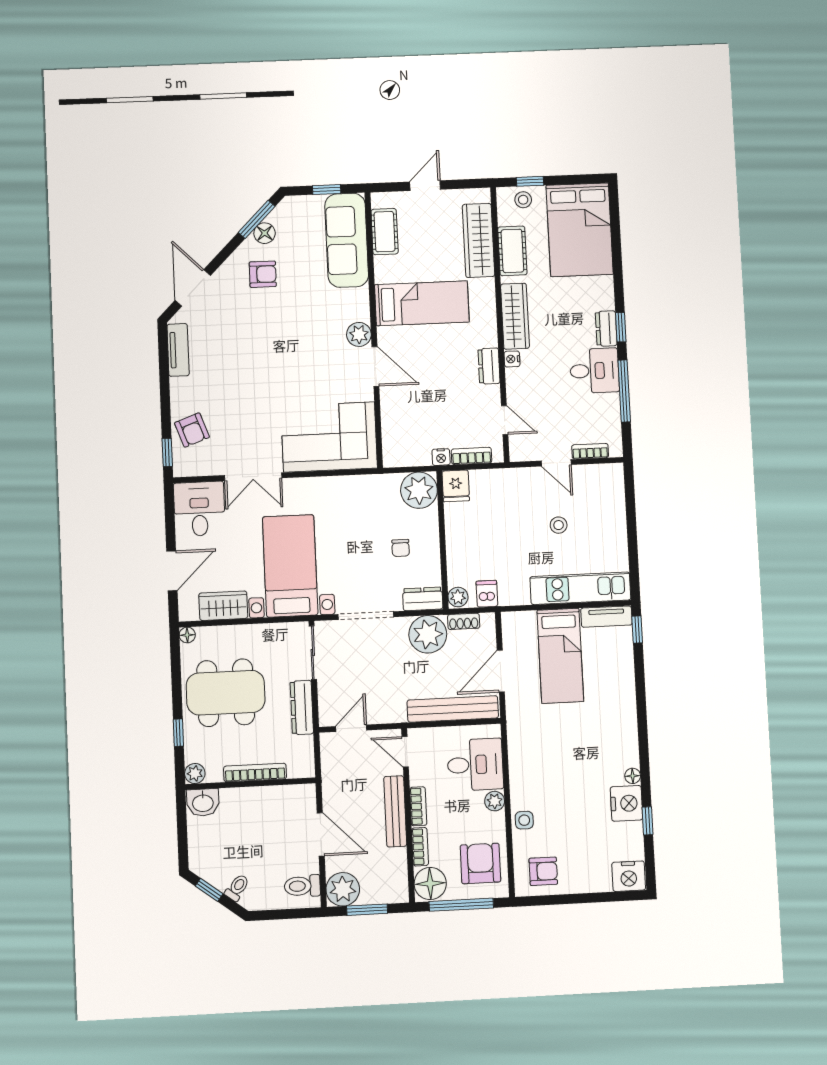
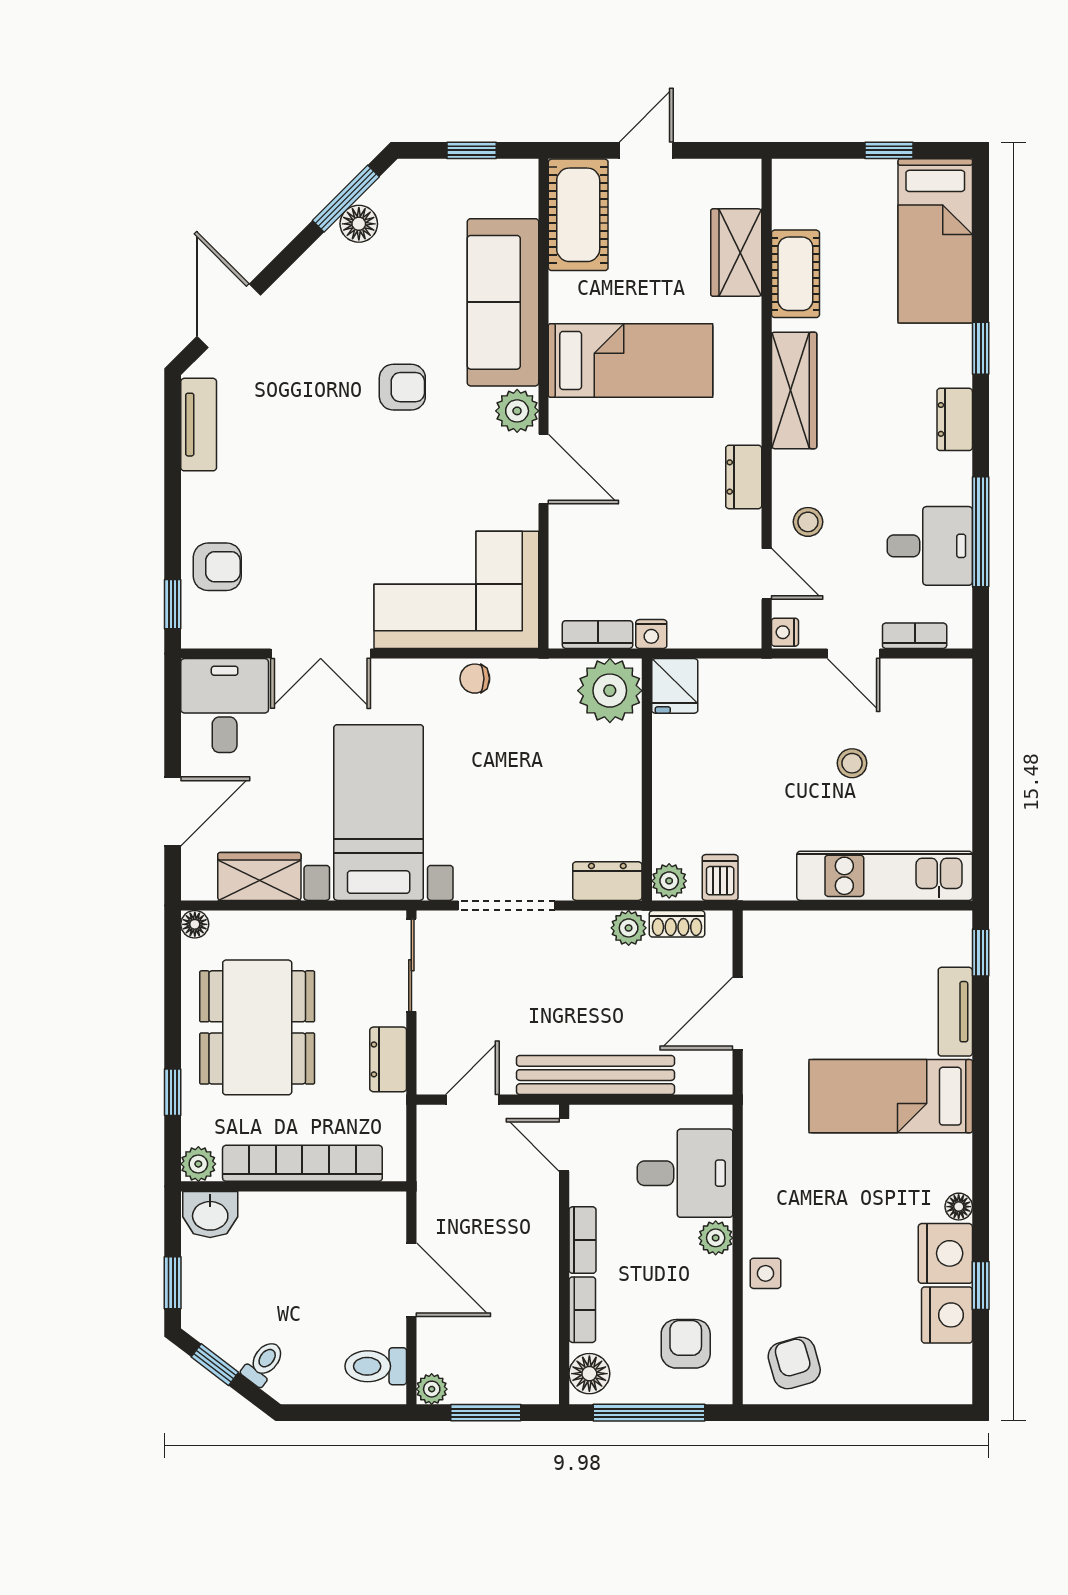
window: (530, 181) -> (889, 150), moved
stool: (523, 200) -> (808, 522), moved
bed: (580, 230) -> (935, 241), width x0.67
cot: (385, 232) -> (578, 215), width x1.37, depth x1.34
sofa: (347, 240) -> (503, 302), moved
wardrobe: (478, 240) -> (736, 253), width x0.67
armchair: (263, 274) -> (402, 387), moved
window: (621, 327) -> (981, 348), moved
nightstand: (512, 359) -> (785, 632), moved
desk: (594, 371) -> (930, 546), moved
armchair: (192, 430) -> (217, 567), turned -70
bookcase: (472, 456) -> (598, 635), moved
chair: (401, 548) -> (475, 679), moved, turned 90
tv unit: (606, 617) -> (955, 1012), moved, turned 90
plant: (428, 634) -> (629, 928), width x0.53, depth x0.53
bed: (560, 656) -> (891, 1096), moved, turned 90
dining table: (226, 693) -> (257, 1027), turned 90
dresser: (302, 707) -> (388, 1059), width x0.70
bench: (453, 709) -> (595, 1075), moved
bookcase: (255, 773) -> (302, 1163), width x1.48, depth x1.31
bench: (395, 811) -> (542, 1247), removed
window: (183, 843) -> (173, 1283), added
armchair: (480, 863) -> (686, 1344), width x0.72, depth x0.72
armchair: (543, 871) -> (794, 1363), turned -106
nightstand: (629, 876) -> (947, 1315), moved, turned -90
floor lamp: (430, 883) -> (589, 1374), width x0.73, depth x0.73
plant: (343, 889) -> (432, 1389), width x0.53, depth x0.53

